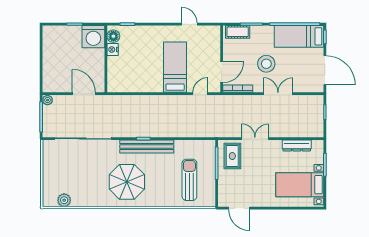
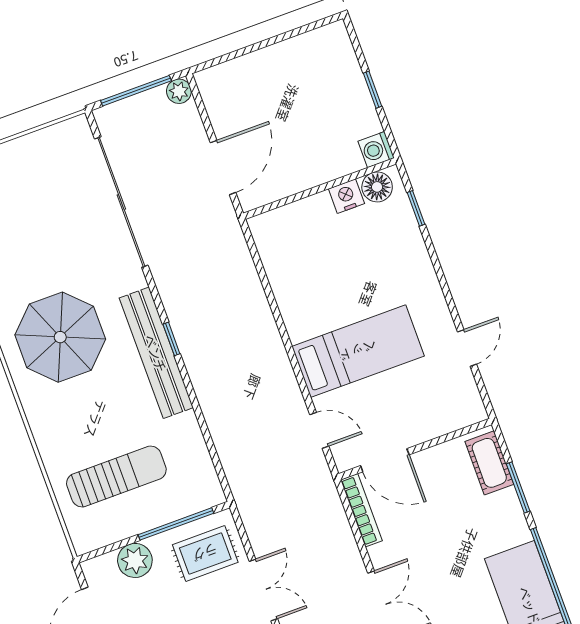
washing machine: (93, 37) -> (376, 150), width x0.53, depth x0.53
stool: (266, 64) -> (441, 554), removed
plant: (225, 185) -> (135, 560), added

